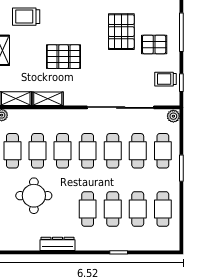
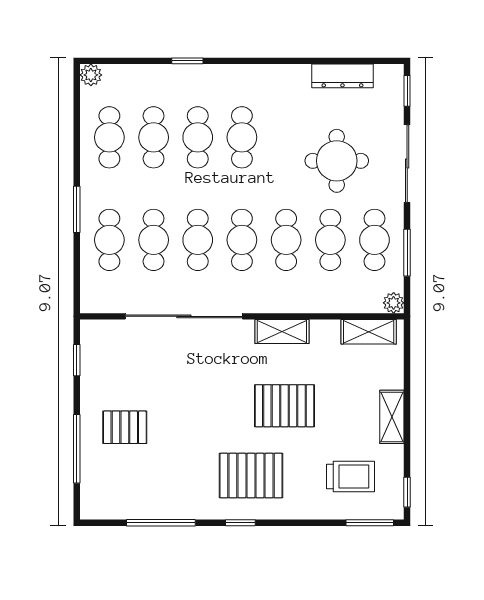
pallet: (121, 32) -> (251, 476), moved, turned 90
trolley: (166, 79) -> (105, 366), removed
shelving: (48, 99) -> (282, 332), moved
plant: (173, 116) -> (91, 75), moved
dresser: (57, 244) -> (342, 76), moved

